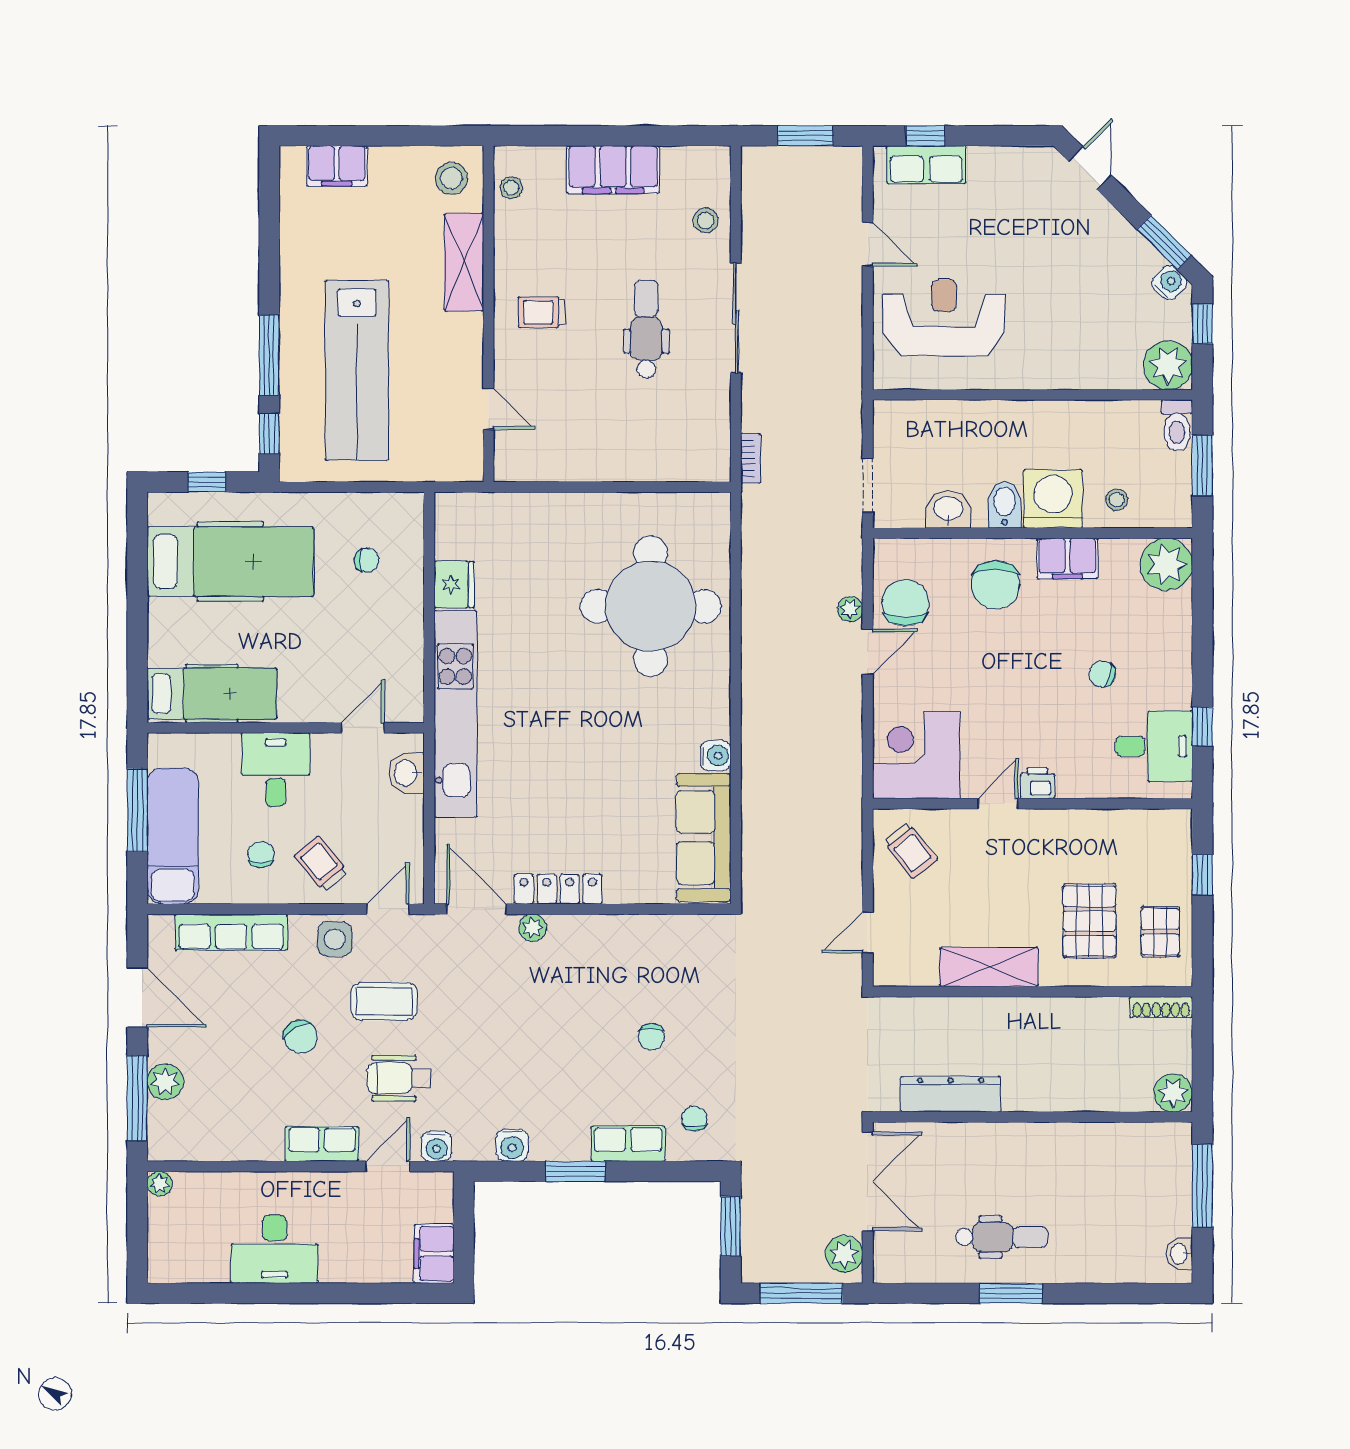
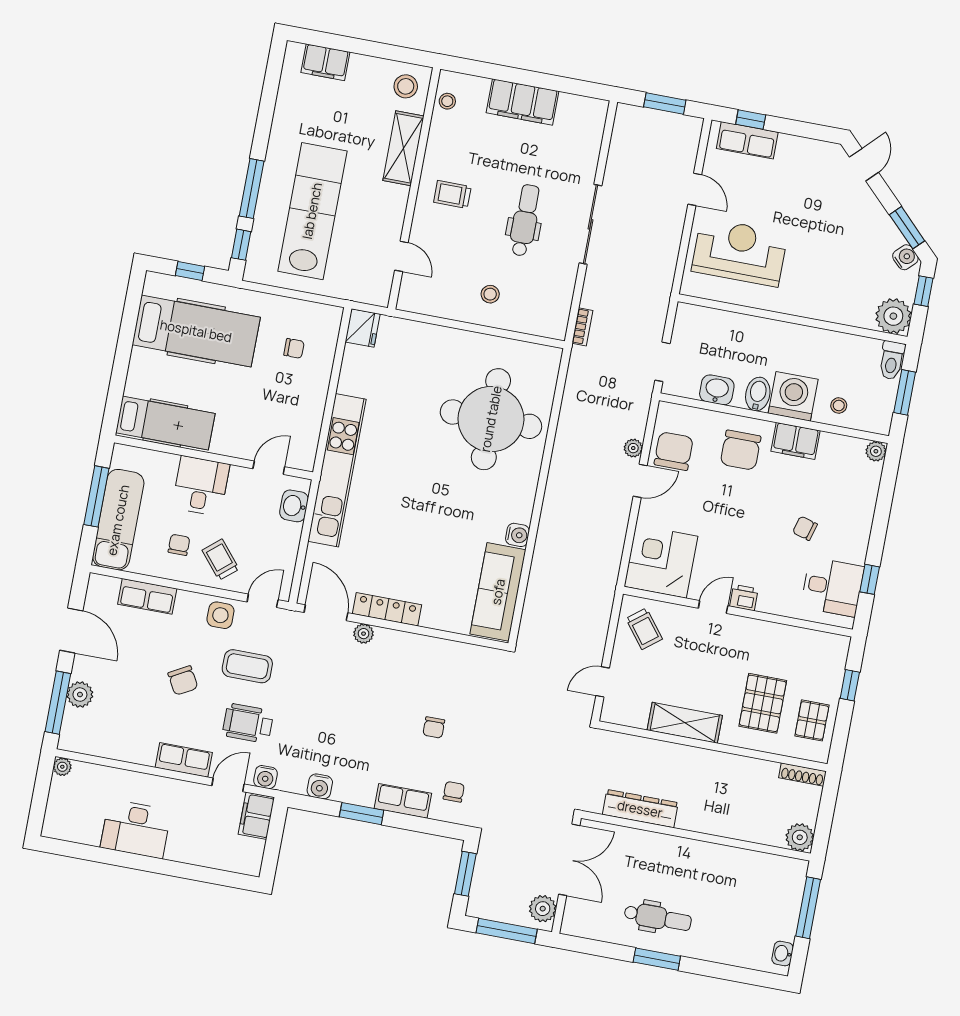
stool: (706, 220) -> (490, 294), moved
lab bench: (357, 370) -> (312, 211), turned 180
plant: (1166, 564) -> (876, 451), width x0.53, depth x0.53
fridge: (454, 584) -> (363, 328), moved
row of seats: (231, 932) -> (147, 596), width x0.68
filing cabinet: (434, 1254) -> (256, 816), moved

